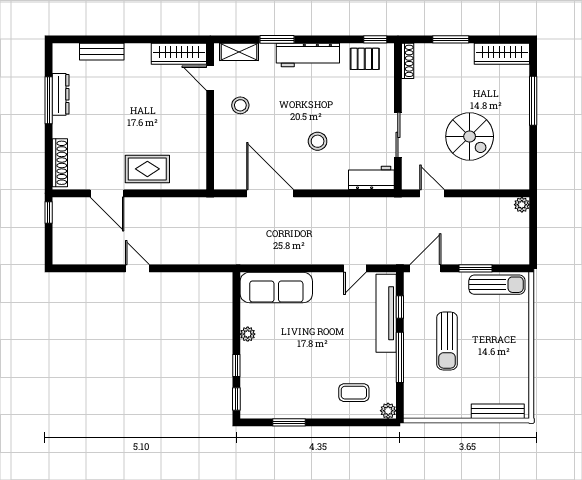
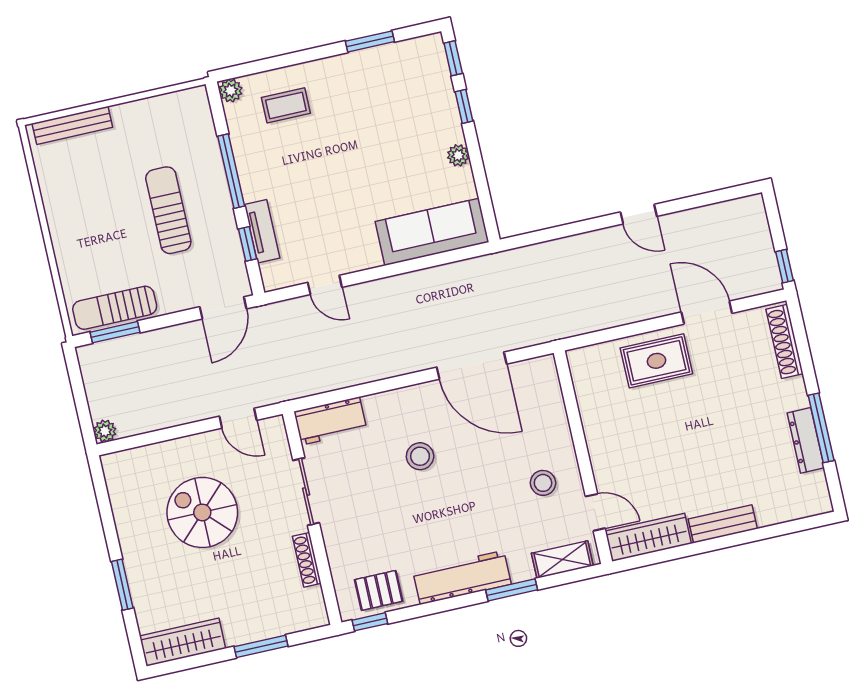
bench: (102, 52) -> (723, 524), moved
shoe rack: (408, 61) -> (307, 560), moved
window: (533, 101) -> (122, 585), width x0.69
door: (355, 268) -> (325, 285), swing flipped
window: (476, 268) -> (115, 332), moved
tv unit: (386, 313) -> (262, 231), width x0.52, depth x0.78

